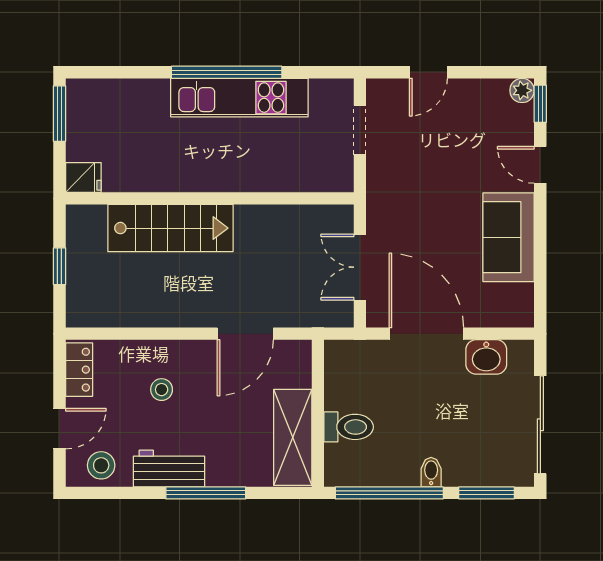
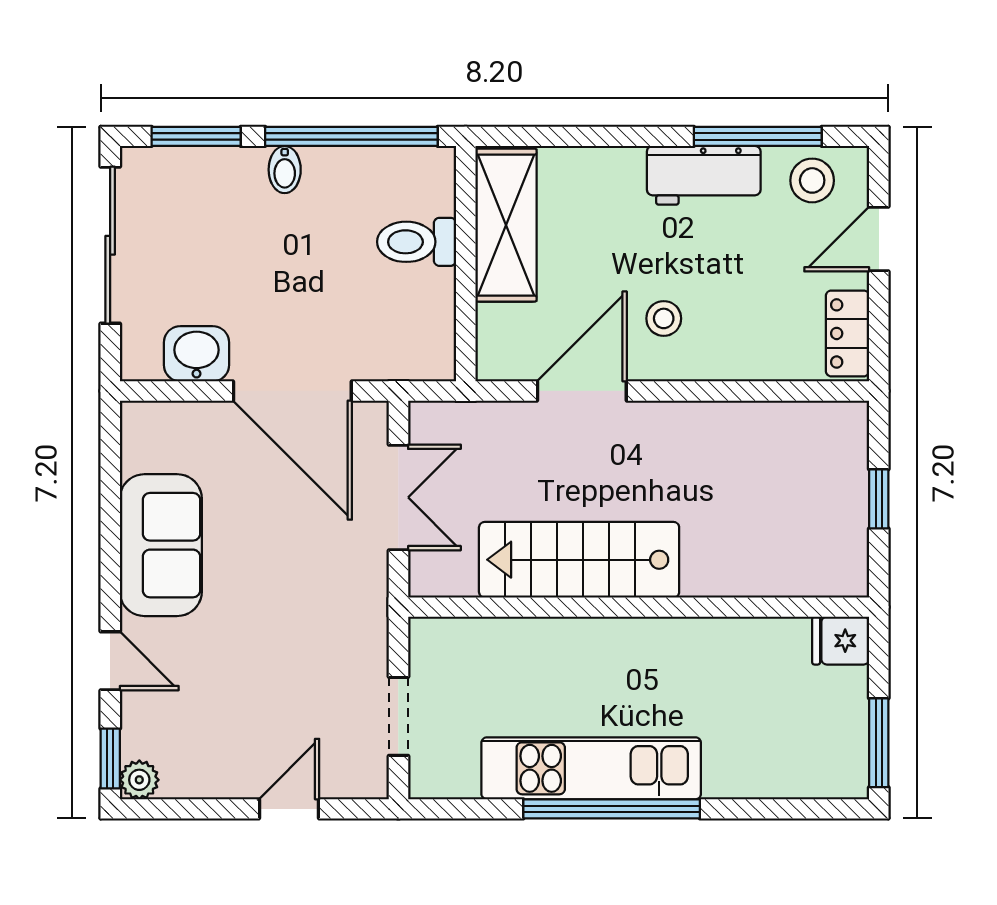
stairs: (170, 228) -> (579, 560), moved
stool: (162, 390) -> (664, 318), moved
window: (206, 493) -> (758, 136), moved

